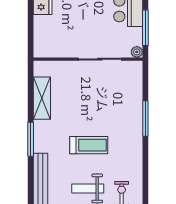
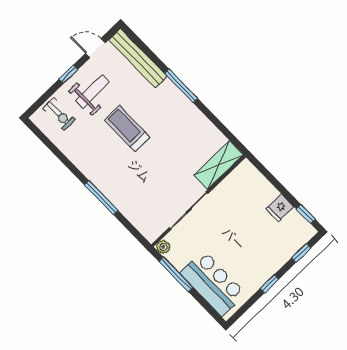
shelving: (42, 98) -> (219, 165), moved, turned 90
treadmill: (89, 145) -> (127, 129), turned 90

